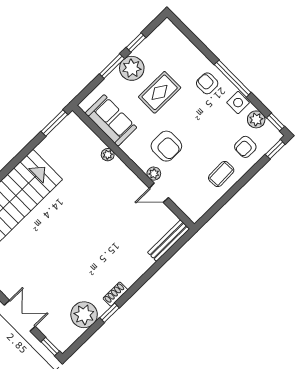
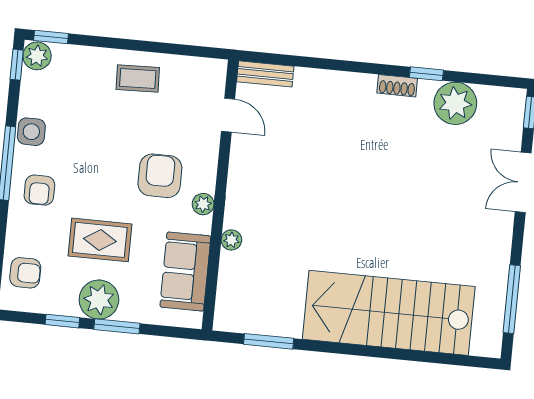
plant: (256, 119) -> (37, 56), moved
window: (54, 123) -> (269, 341), moved
armchair: (245, 147) -> (25, 273), moved
plant: (154, 174) -> (203, 204), moved
door: (159, 193) -> (228, 115), moved
bench: (169, 241) -> (265, 74), width x0.73

